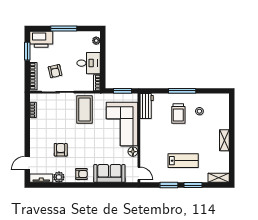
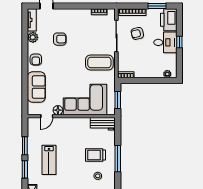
window: (64, 28) -> (179, 42), width x0.46
desk: (89, 63) -> (165, 42), moved, turned -90
door: (139, 173) -> (47, 116), moved

